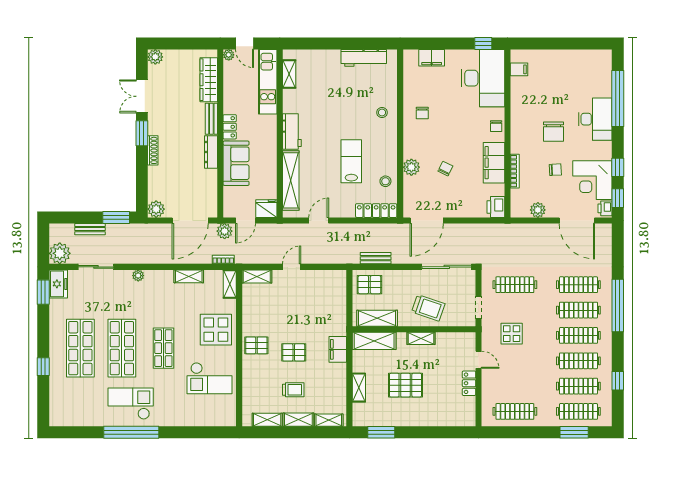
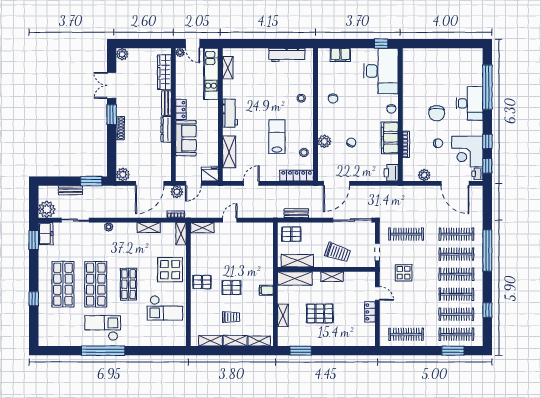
filing cabinet: (519, 69) -> (409, 64), removed
shelving: (291, 180) -> (229, 152), width x0.68
filing cabinet: (338, 349) -> (266, 290), width x0.50

